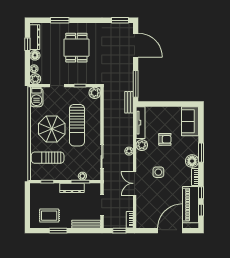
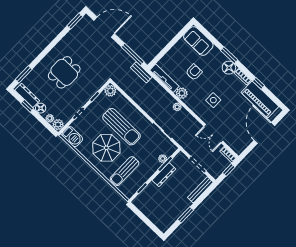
window: (60, 20) -> (24, 74), moved
dining table: (76, 48) -> (64, 72), turned 90
double door: (135, 183) -> (213, 134), moved
window: (201, 210) -> (271, 96), removed
rug: (49, 216) -> (168, 211), removed

